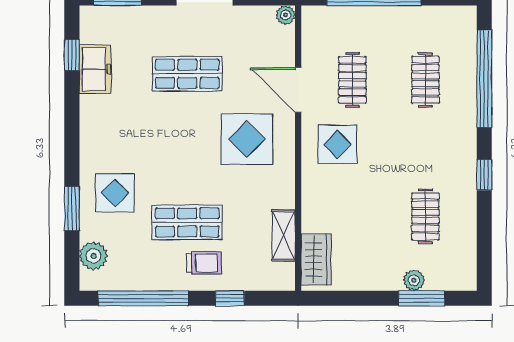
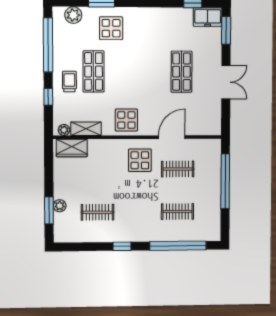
plant: (286, 15) -> (64, 130), moved
freezer: (95, 69) -> (208, 17), moved
display table: (247, 139) -> (126, 120), moved, width x0.73, depth x0.73
trolley: (204, 263) -> (69, 81), turned 180

